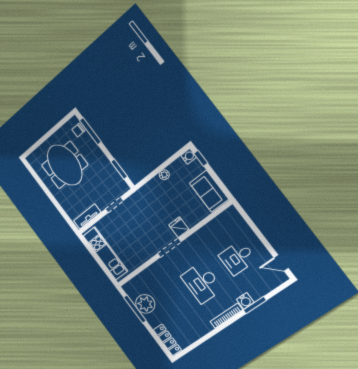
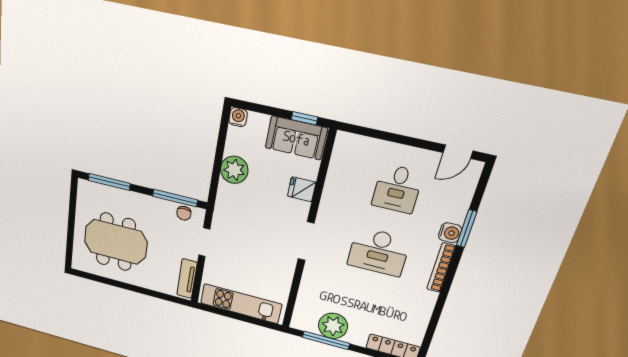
chair: (78, 130) -> (184, 213), moved
window: (201, 158) -> (304, 118), moved
window: (119, 169) -> (175, 198), width x1.44
plant: (164, 175) -> (234, 170), width x1.87, depth x1.87
fridge: (179, 227) -> (302, 189), moved

